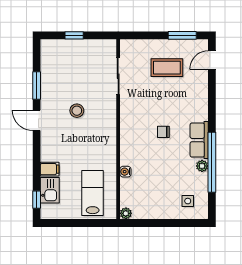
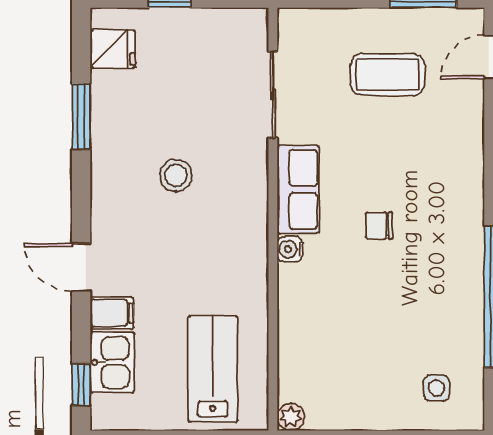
fridge: (50, 57) -> (113, 49), added
door: (37, 120) -> (81, 267), moved
row of seats: (199, 140) -> (298, 189), moved, turned 180
plant: (202, 166) -> (470, 306), removed
water cooler: (125, 172) -> (290, 249), moved

